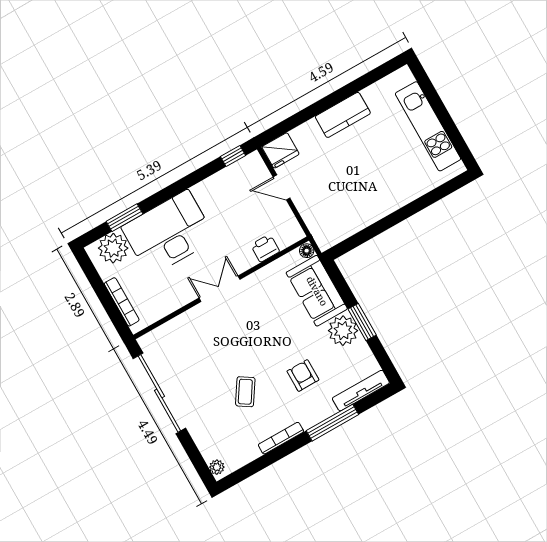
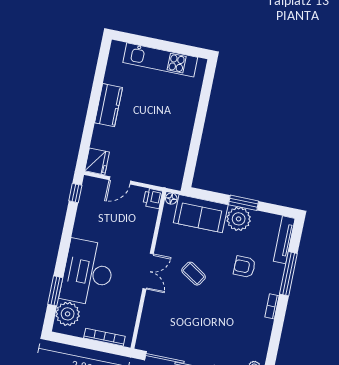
printer: (265, 248) -> (153, 198), moved
double door: (219, 289) -> (148, 271), swing flipped
coffee table: (245, 392) -> (194, 274), moved
bookcase: (281, 438) -> (272, 306), width x0.64

